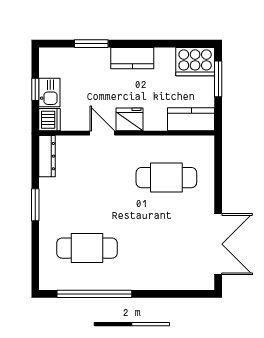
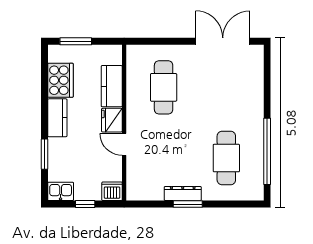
cooker: (195, 62) -> (60, 80), moved
kitchen sink: (49, 92) -> (61, 191), moved
kitchen counter: (191, 119) -> (112, 86), moved
door: (102, 133) -> (124, 144), hinge flipped
dresser: (47, 156) -> (183, 194), moved

